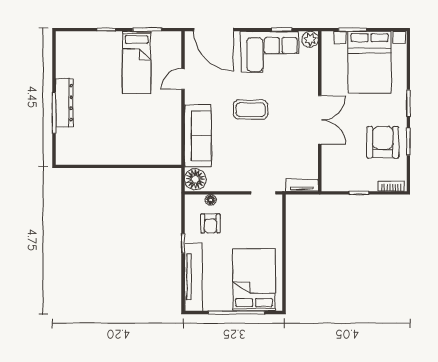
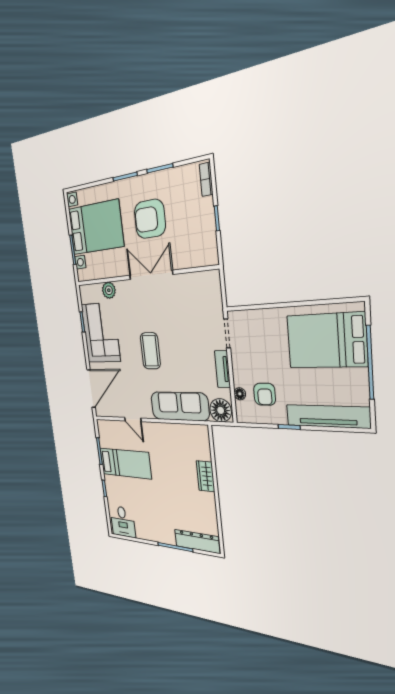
plant: (310, 39) -> (109, 290), moved
desk: (72, 49) -> (123, 522), added
dresser: (64, 103) -> (197, 541), moved
armchair: (383, 142) -> (150, 219), moved
wardrobe: (132, 156) -> (205, 476), added
tv unit: (302, 185) -> (222, 369), moved
armchair: (211, 223) -> (265, 394), turned 90

